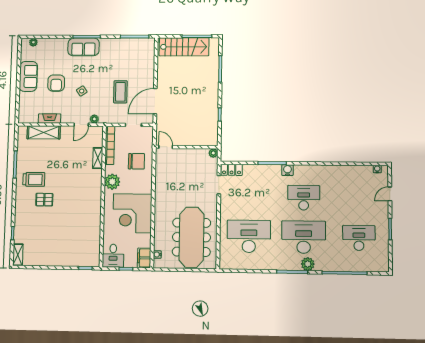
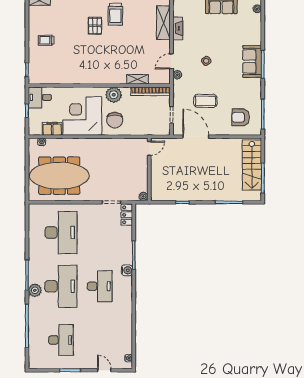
armchair: (56, 83) -> (241, 117), moved
door: (81, 125) -> (172, 61), hinge flipped
chair: (136, 161) -> (115, 120), moved
trolley: (57, 249) -> (46, 40), added
filing cabinet: (144, 258) -> (52, 129), moved

